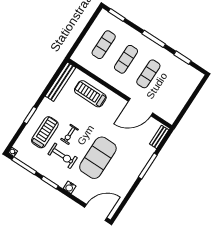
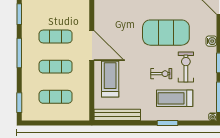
treadmill: (90, 94) -> (110, 79), turned 180
door: (140, 107) -> (92, 46), moved

